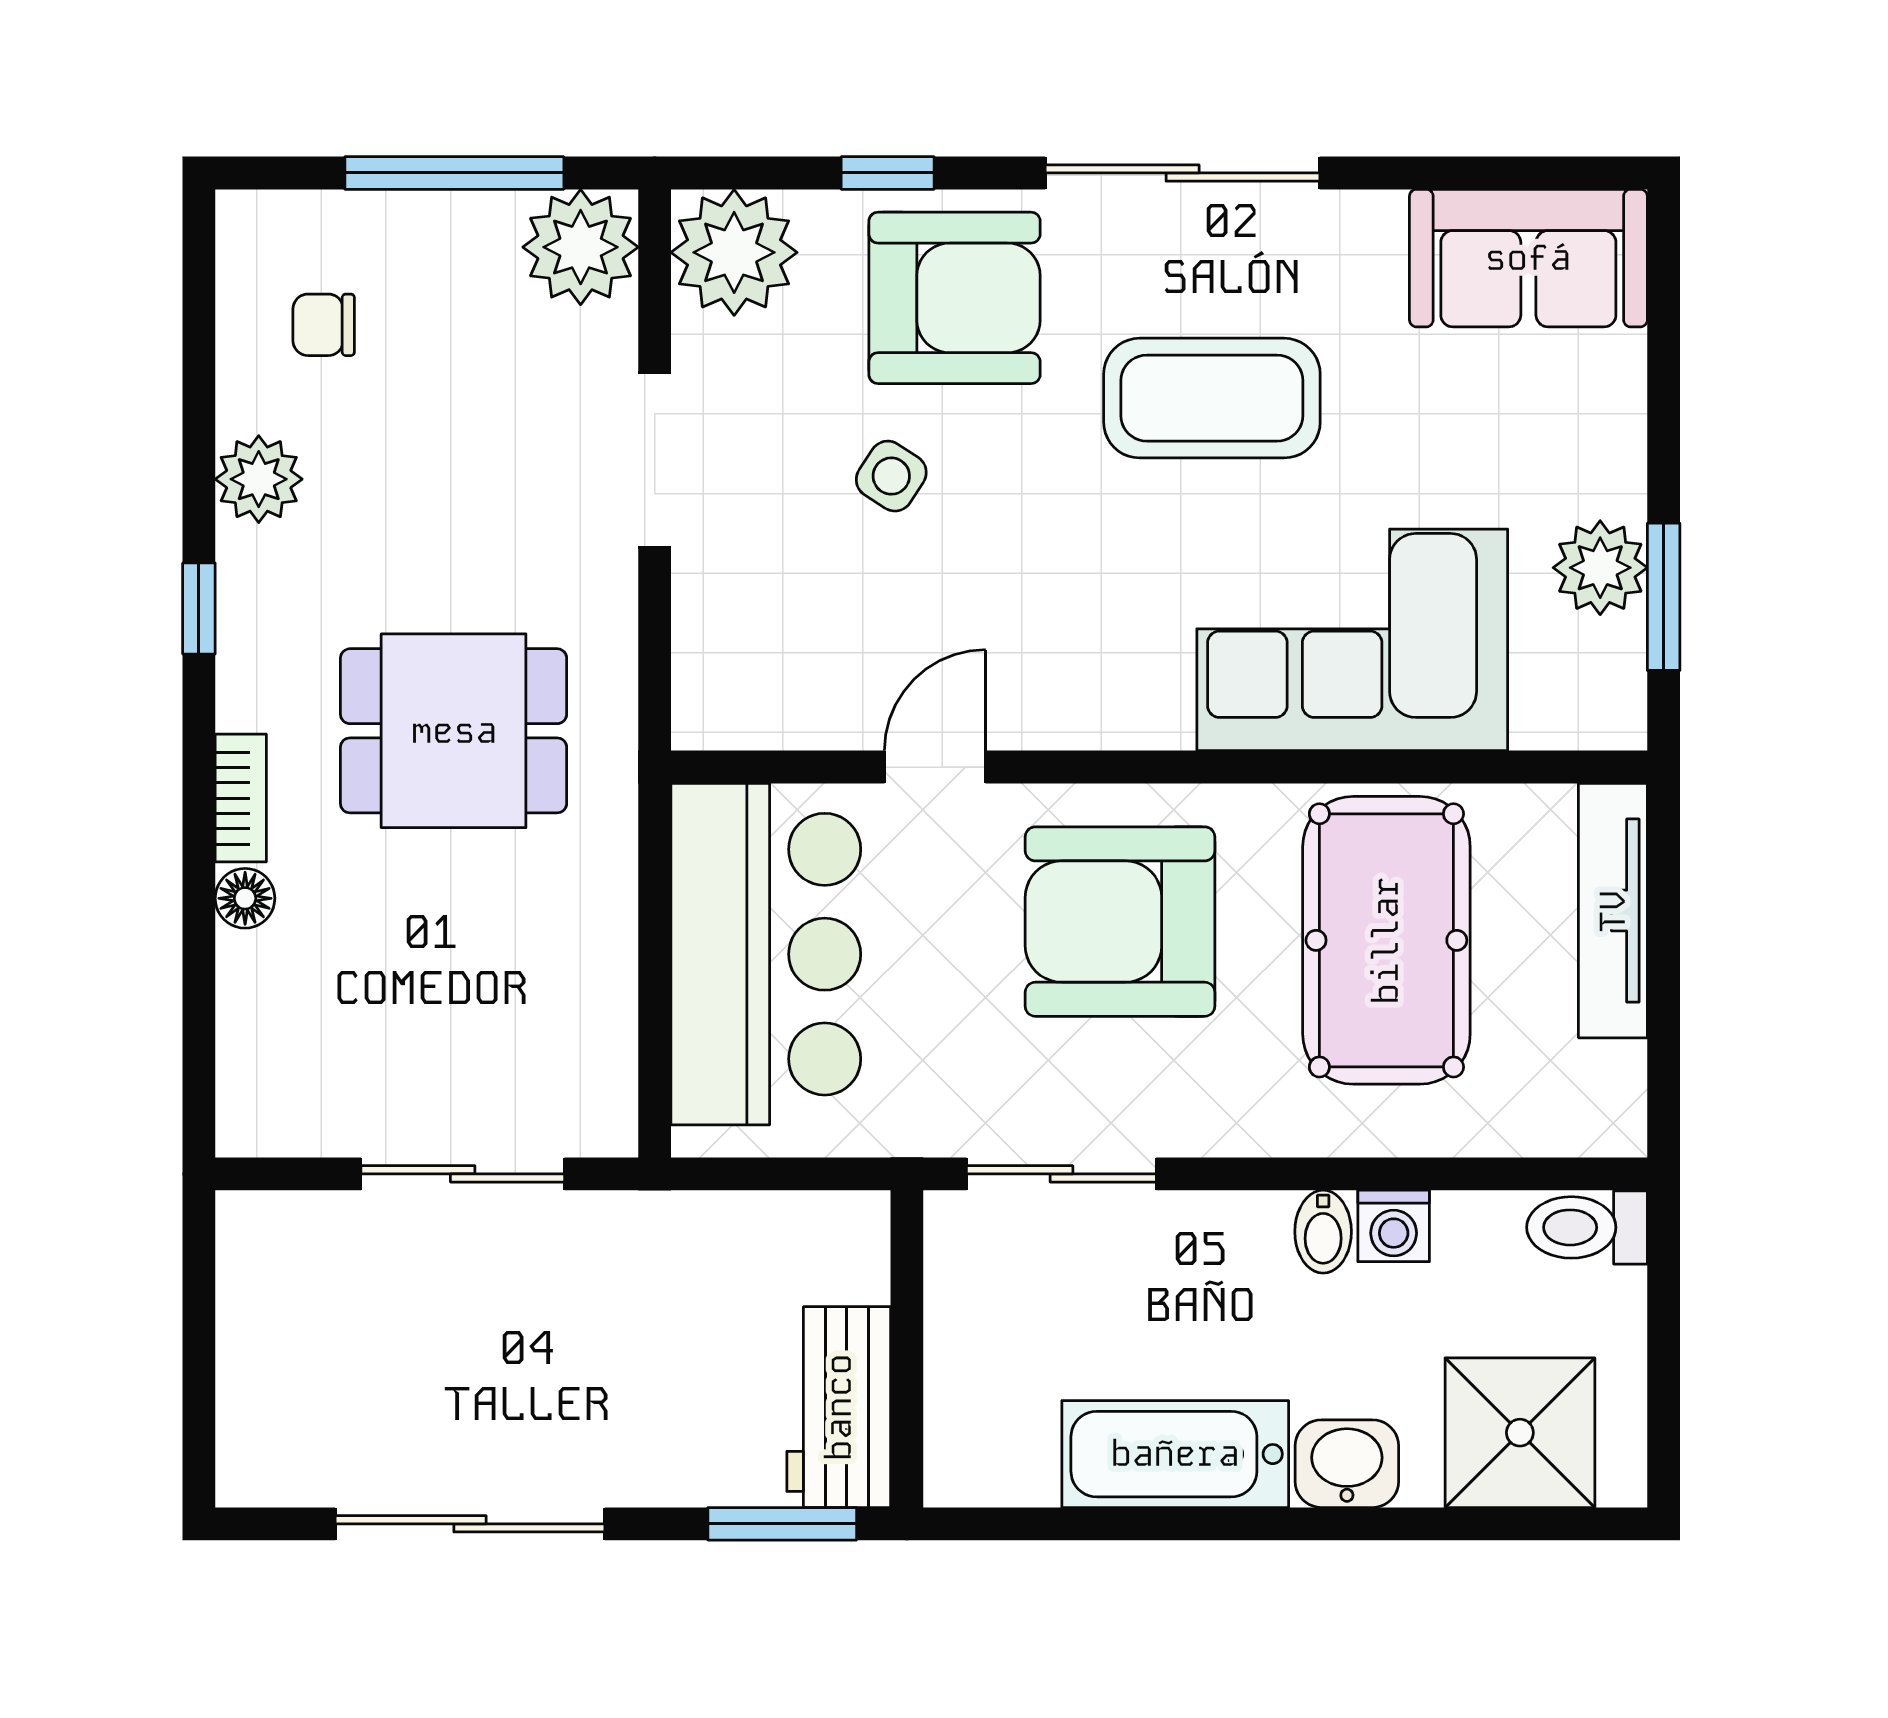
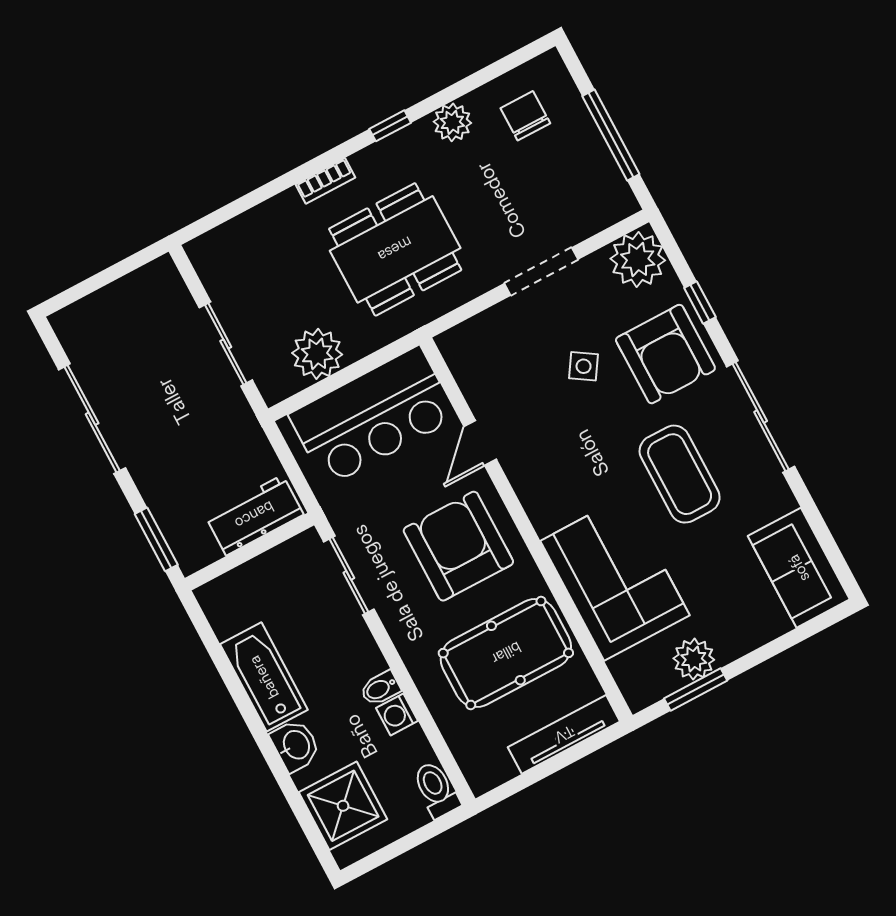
plant: (581, 247) -> (317, 354), moved
chair: (324, 325) -> (525, 116), width x1.37, depth x1.37
dining table: (454, 731) -> (395, 249), width x1.38
door: (935, 767) -> (480, 443), swing flipped
floor lamp: (245, 898) -> (288, 203), removed
workbench: (839, 1407) -> (254, 515), moved

